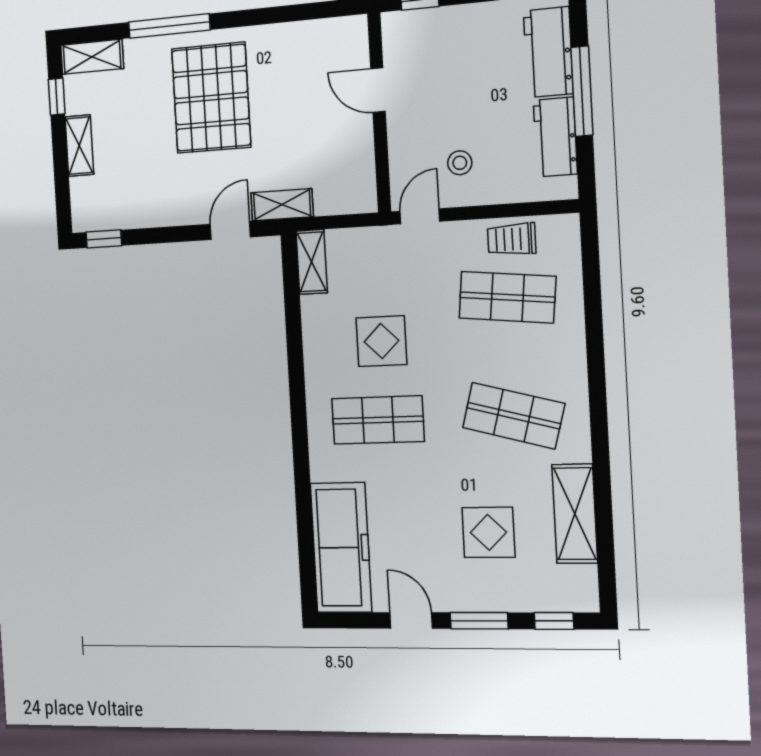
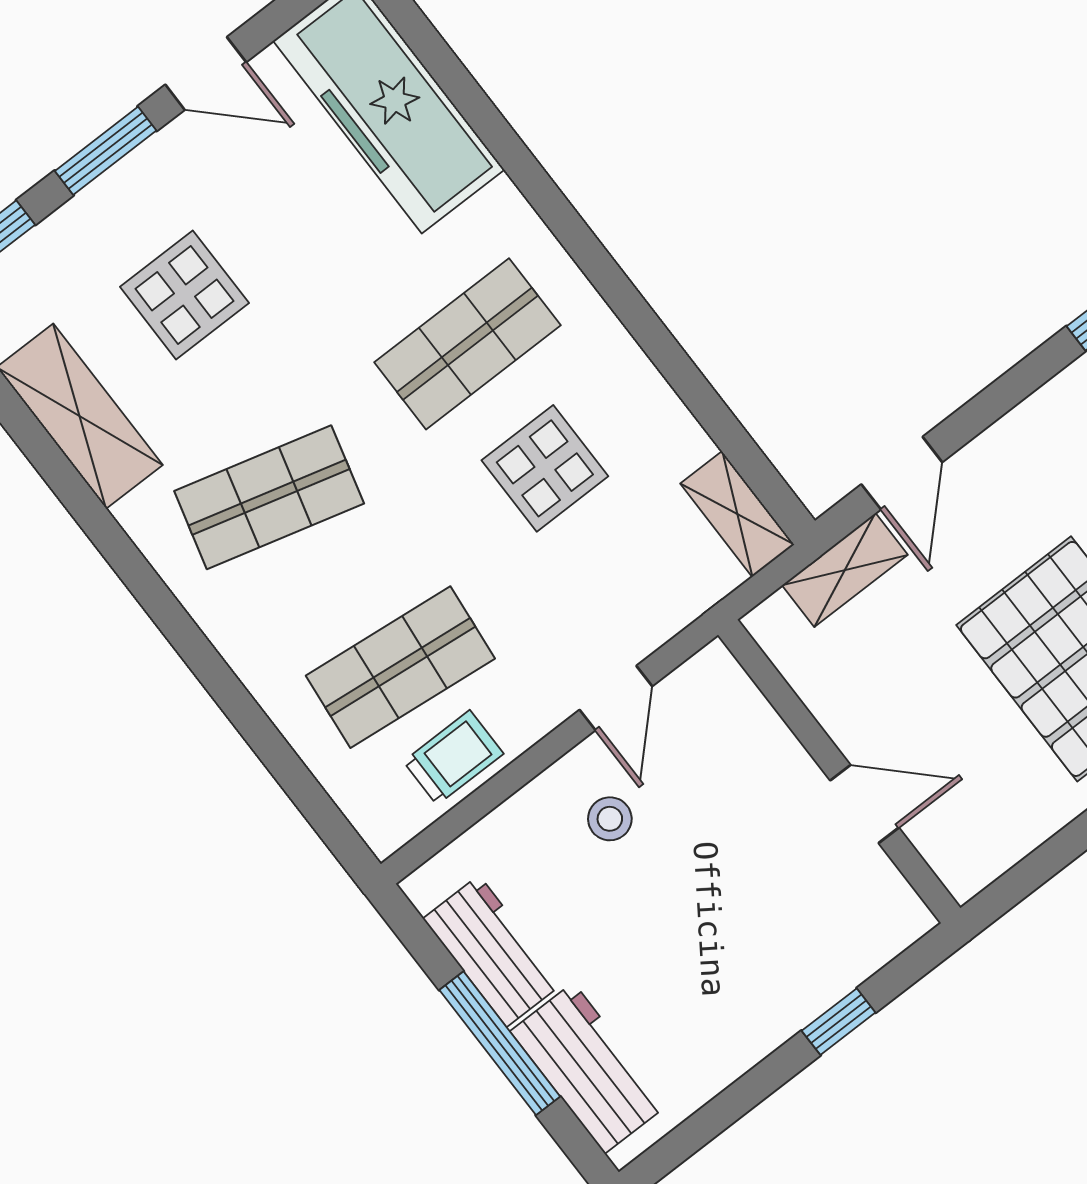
door: (378, 90) -> (864, 804), moved
wall: (379, 113) -> (839, 771), moved

